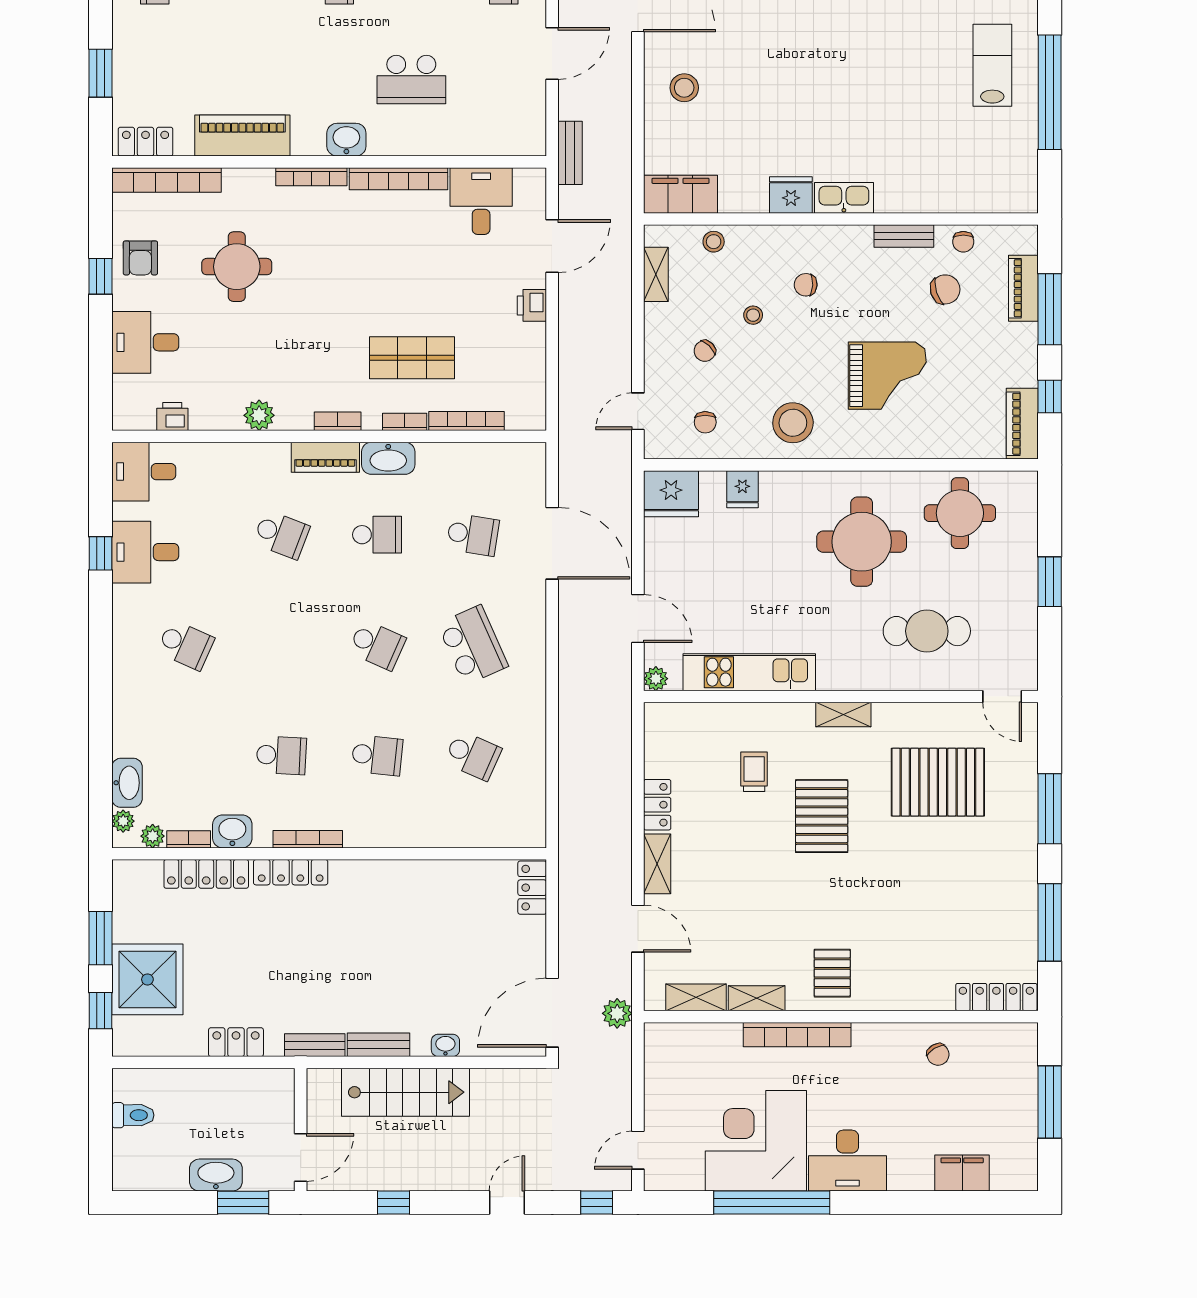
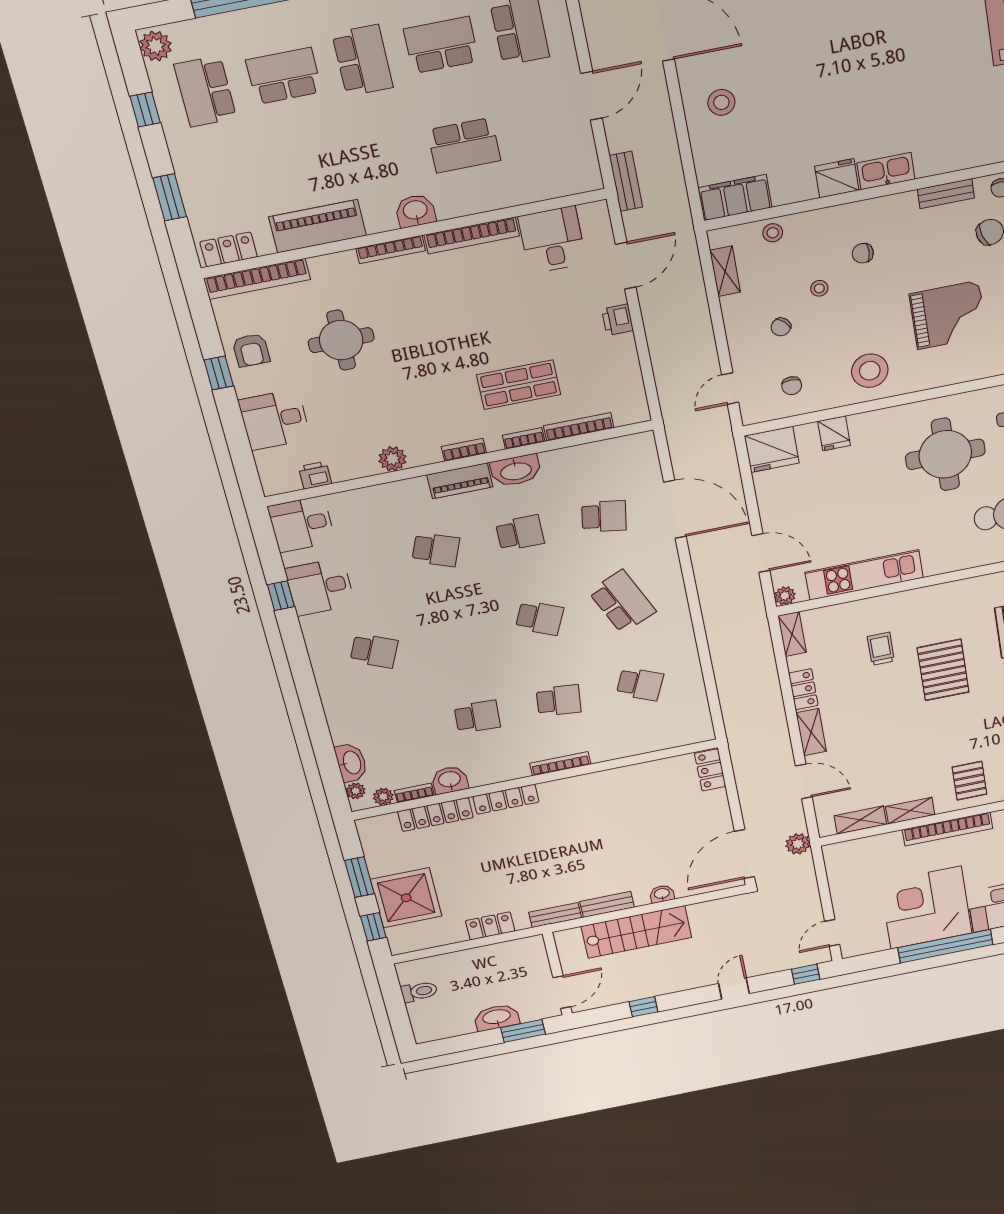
shelving: (843, 715) -> (792, 634), moved, turned 90
bookcase: (308, 839) -> (560, 764), moved

